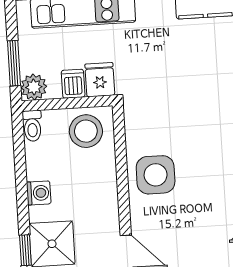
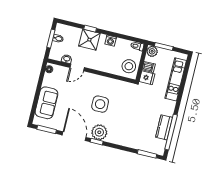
side table: (156, 175) -> (100, 104), moved

